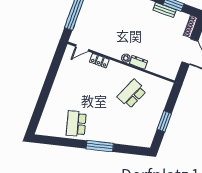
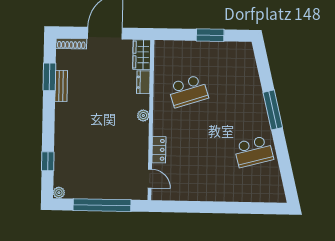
dresser: (138, 62) -> (143, 82), moved
wardrobe: (167, 71) -> (142, 55), added
school desk: (132, 94) -> (188, 91), turned -42

